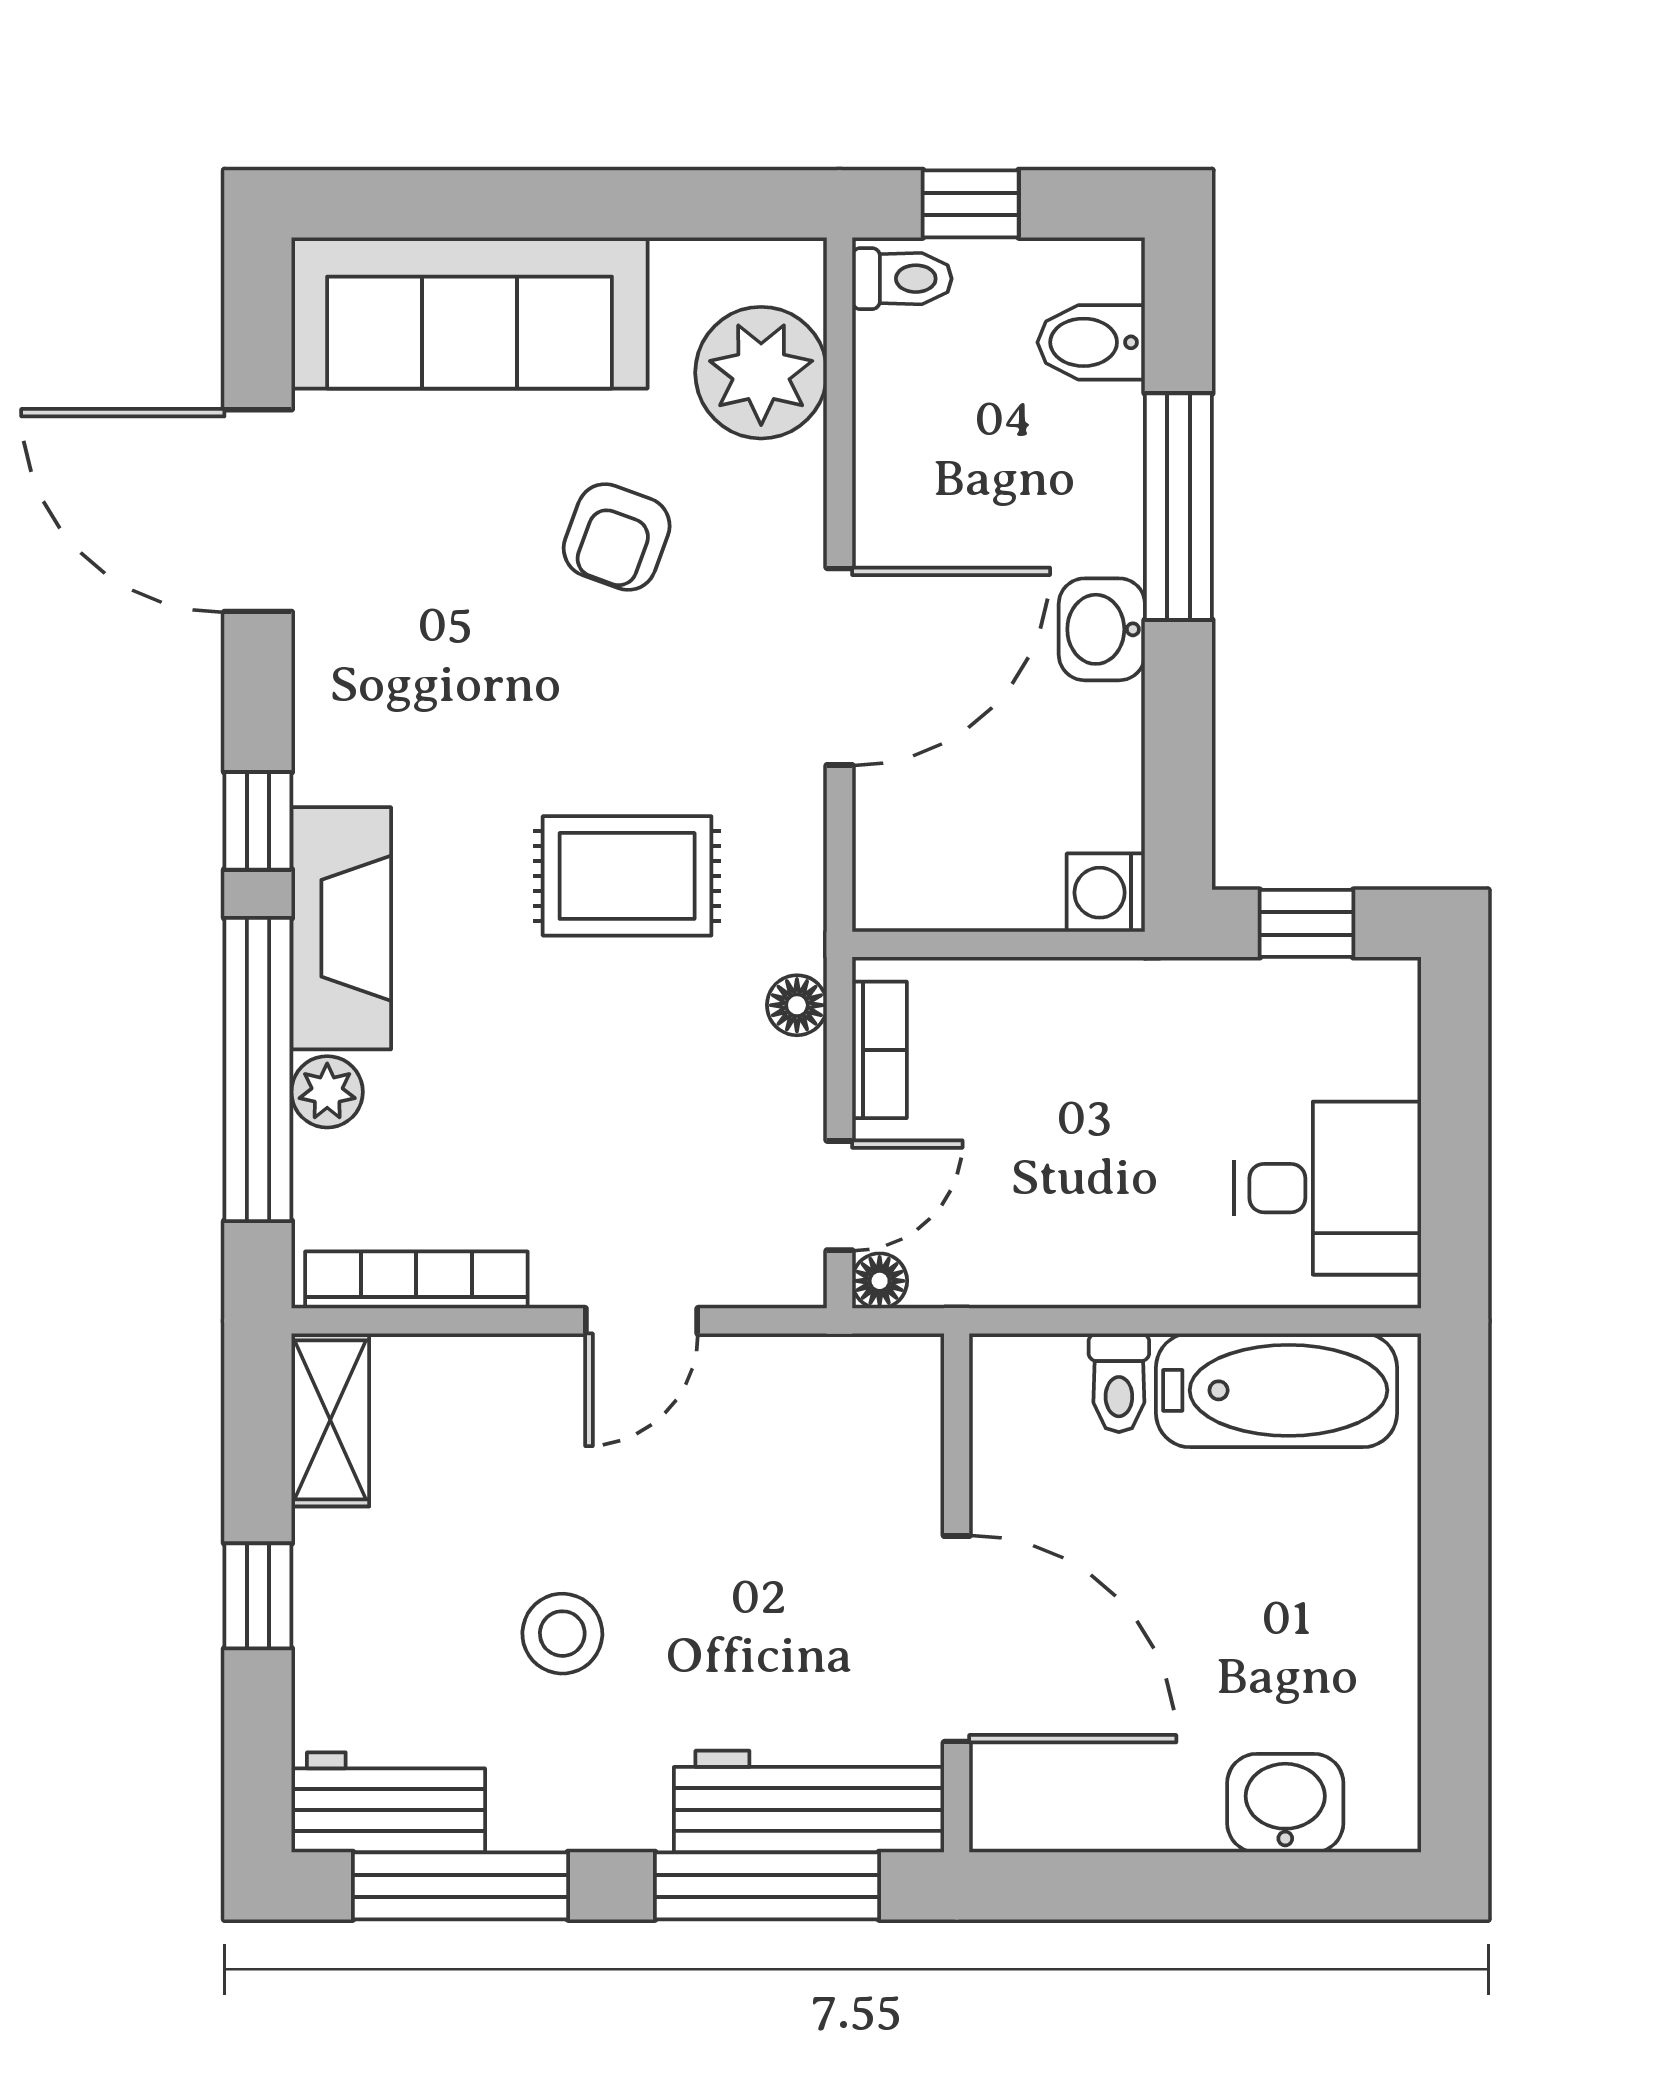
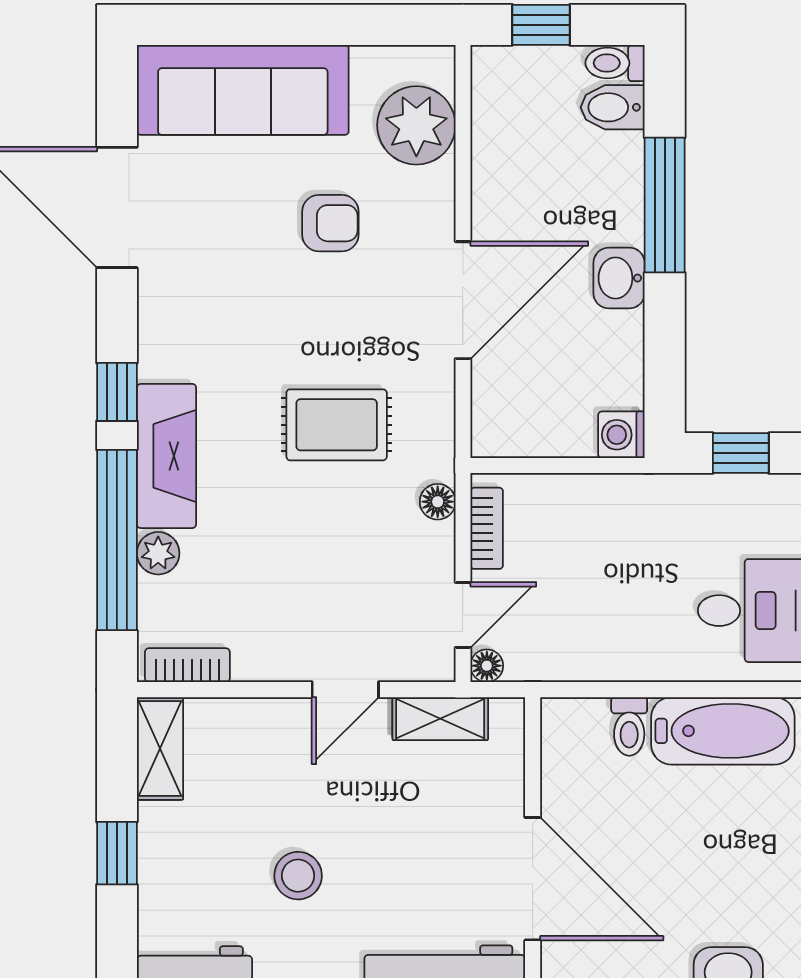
toilet: (902, 279) -> (615, 63), moved, turned 180
armchair: (617, 537) -> (330, 223), turned -110
bookcase: (416, 1280) -> (187, 665), width x0.64
shelving: (801, 1370) -> (440, 719), added

